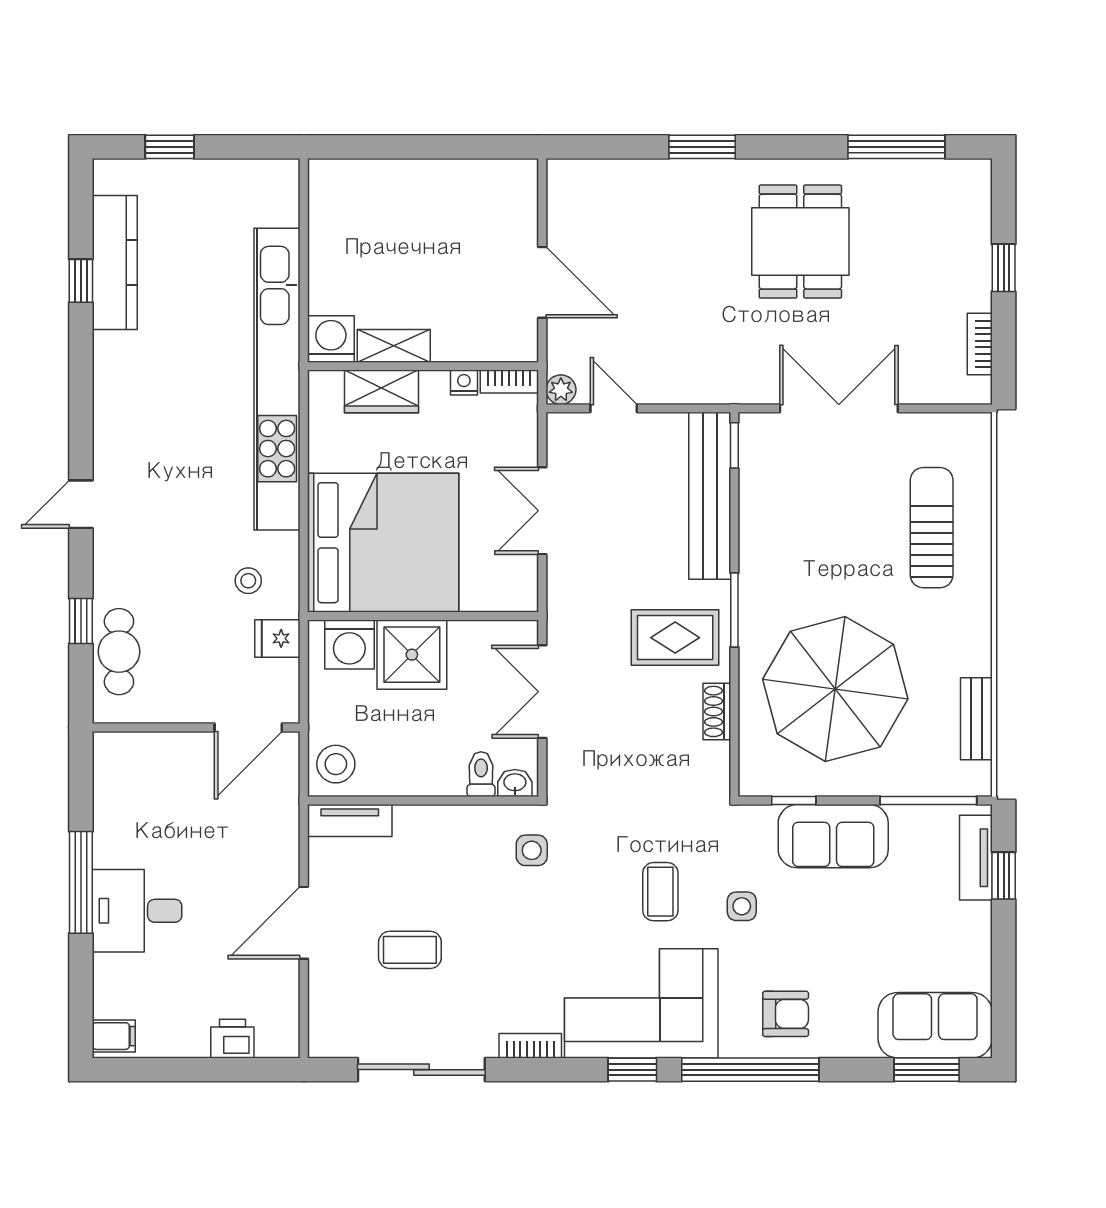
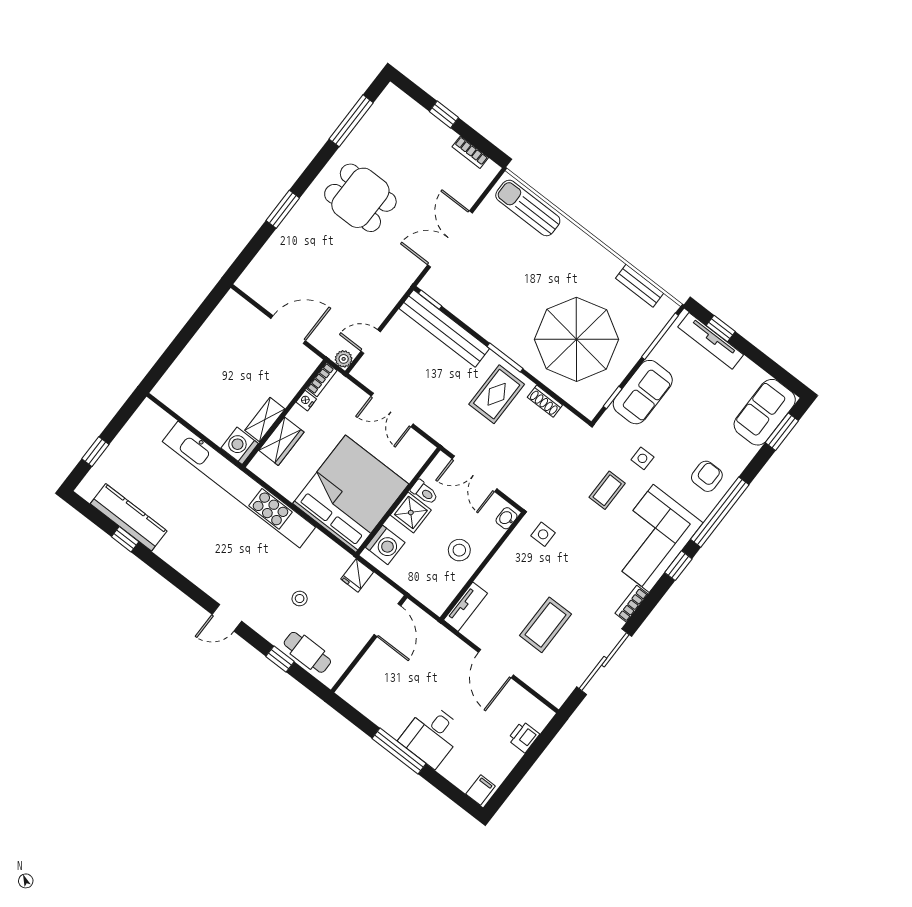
door: (81, 504) -> (227, 618), hinge flipped
sun lounger: (932, 528) -> (528, 208), moved
stool: (248, 581) -> (300, 599), moved
shower: (412, 655) -> (411, 513), width x0.73, depth x0.73
stool: (336, 764) -> (459, 550), moved
toilet: (481, 774) -> (424, 492), moved, turned 180
tv unit: (976, 858) -> (711, 341), width x1.41
coffee table: (660, 892) -> (607, 490), turned 90
coffee table: (410, 950) -> (546, 625), width x1.36, depth x1.30

